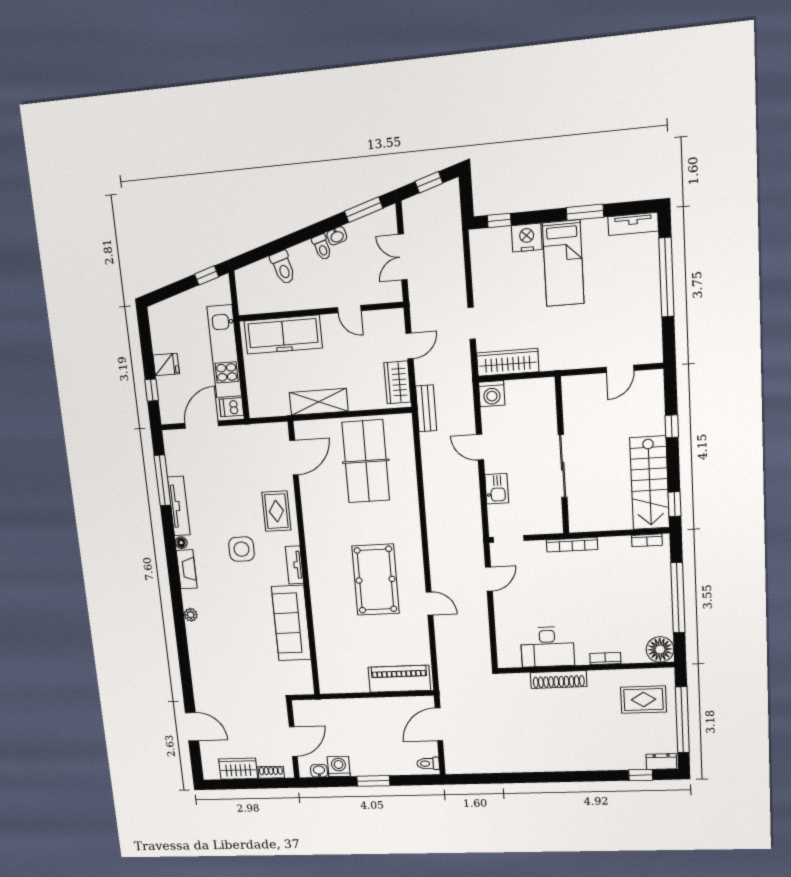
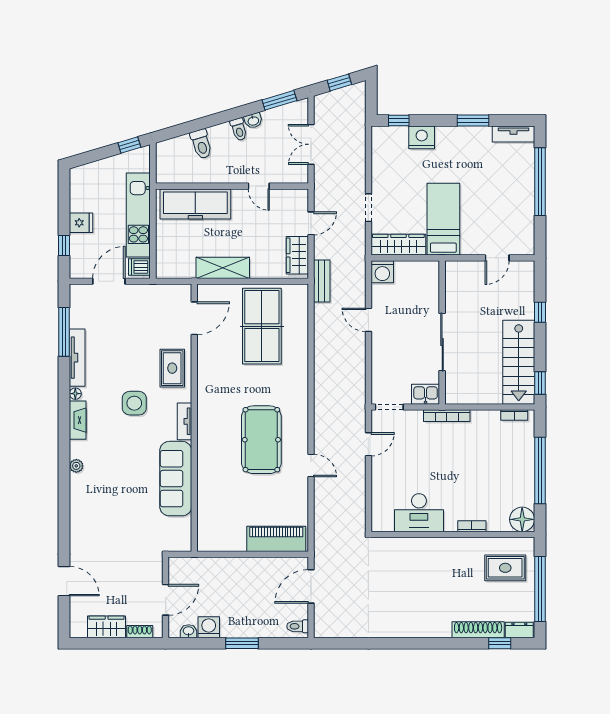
bed: (563, 263) -> (443, 219), moved, turned 180
kitchen sink: (497, 489) -> (426, 394), moved, turned -90
shoe rack: (559, 680) -> (478, 630), moved, turned 180

